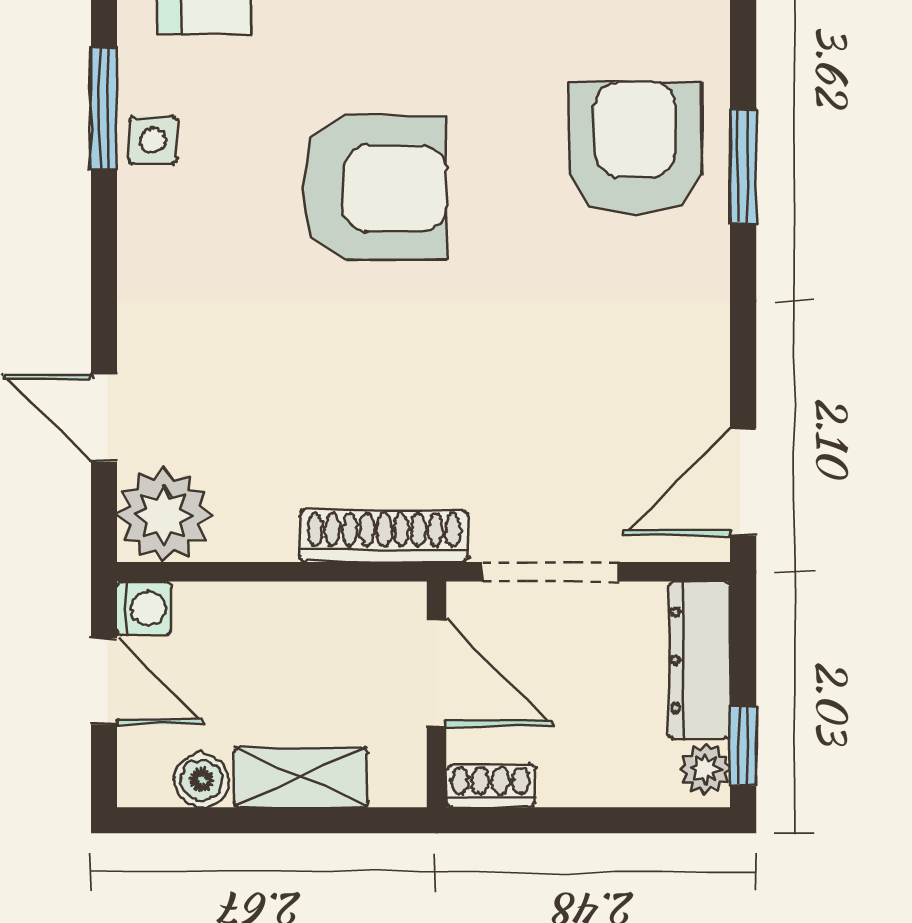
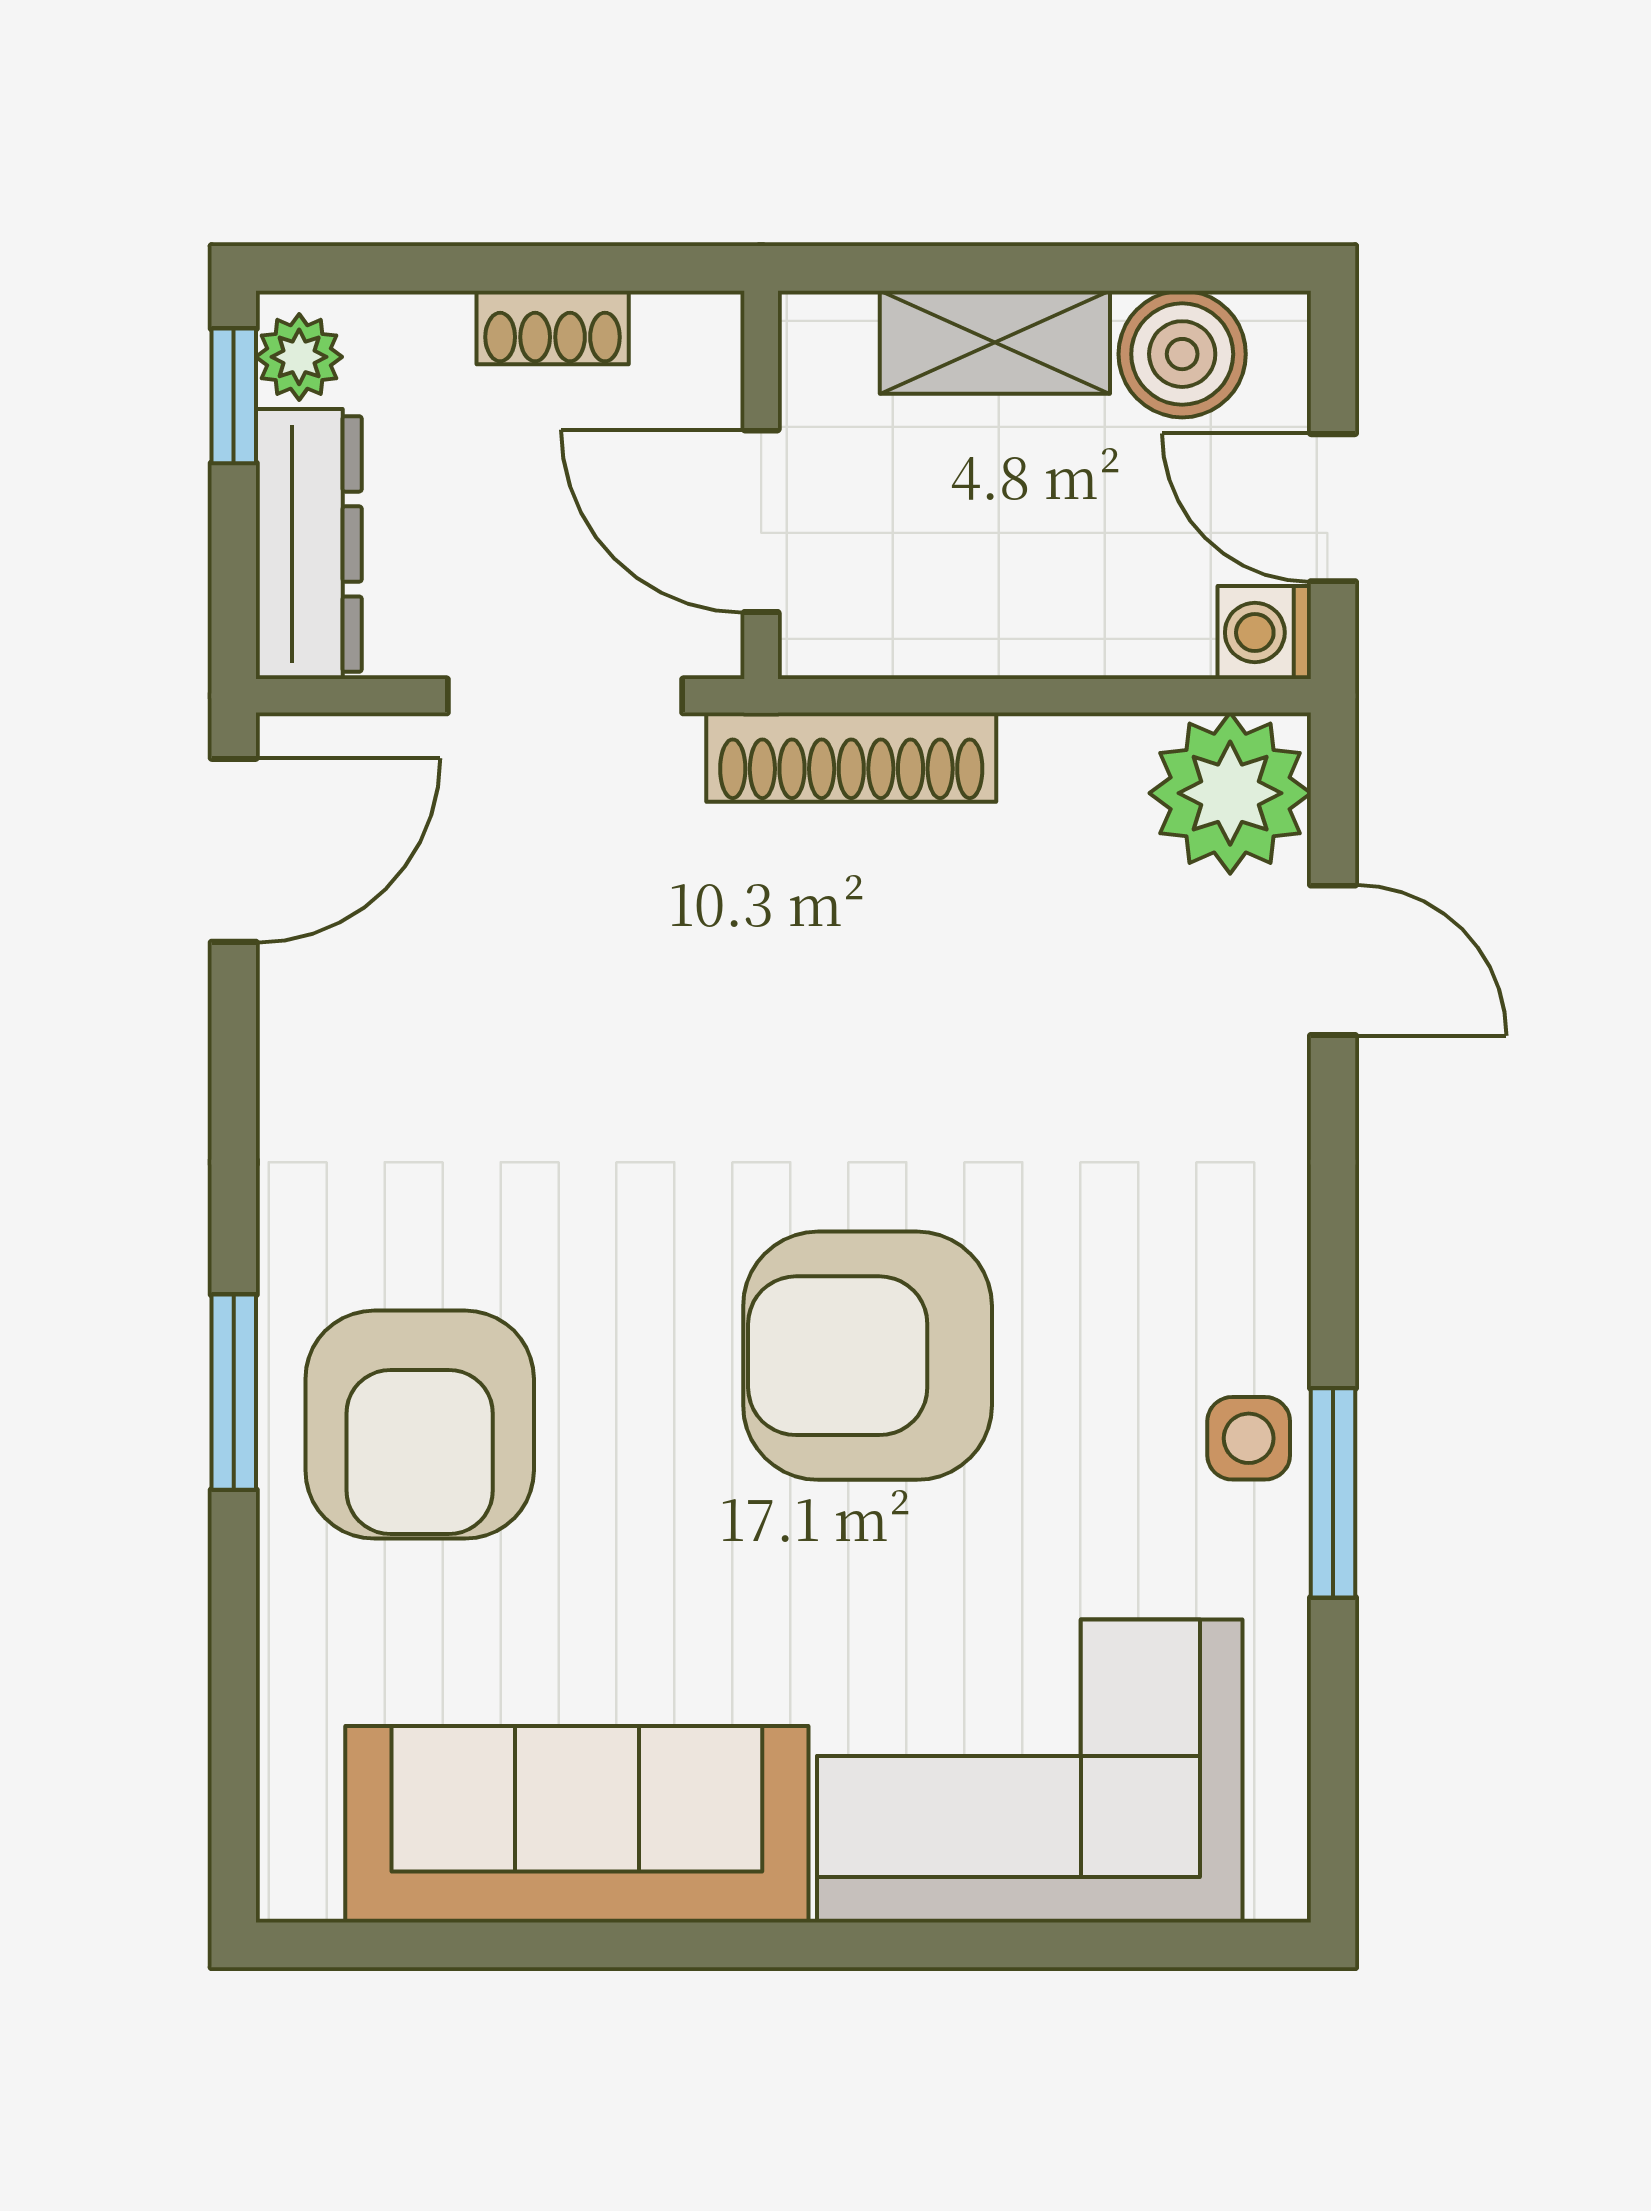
boiler: (202, 780) -> (1182, 354), width x1.36, depth x1.36
shoe rack: (490, 786) -> (553, 327), moved

